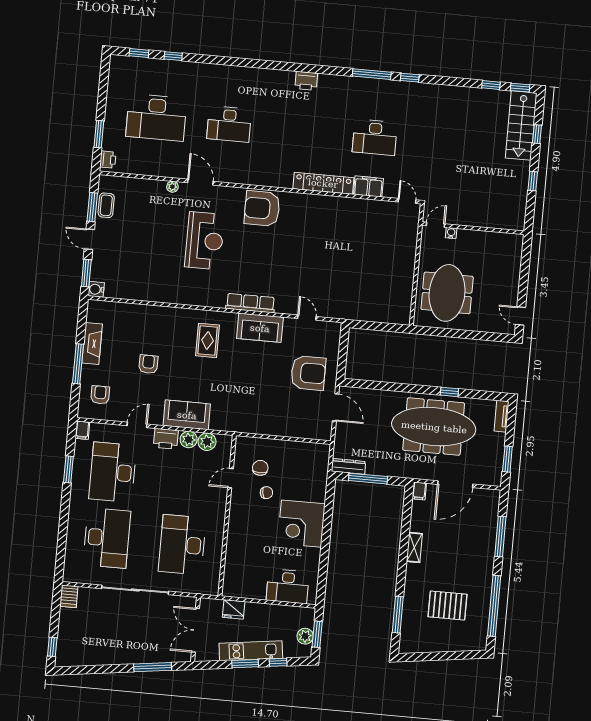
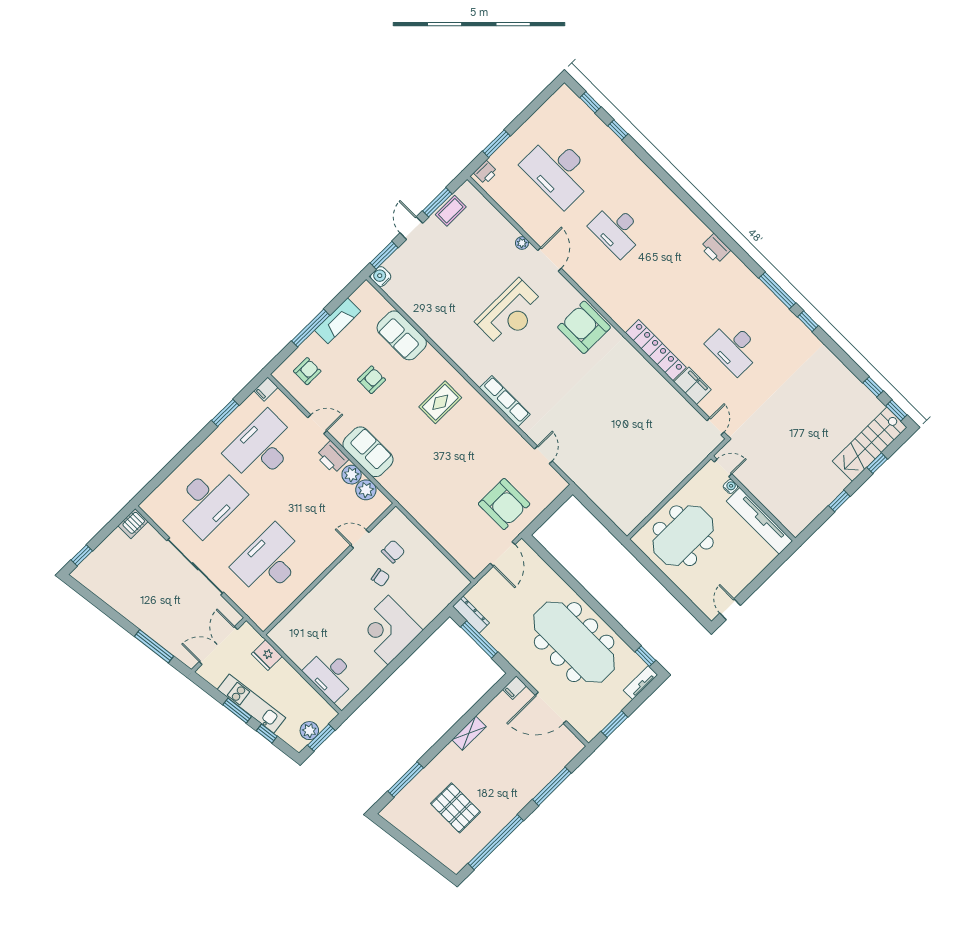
tv unit: (490, 240) -> (760, 521), added
sofa: (260, 328) -> (402, 335), moved
window: (449, 392) -> (645, 656), moved

